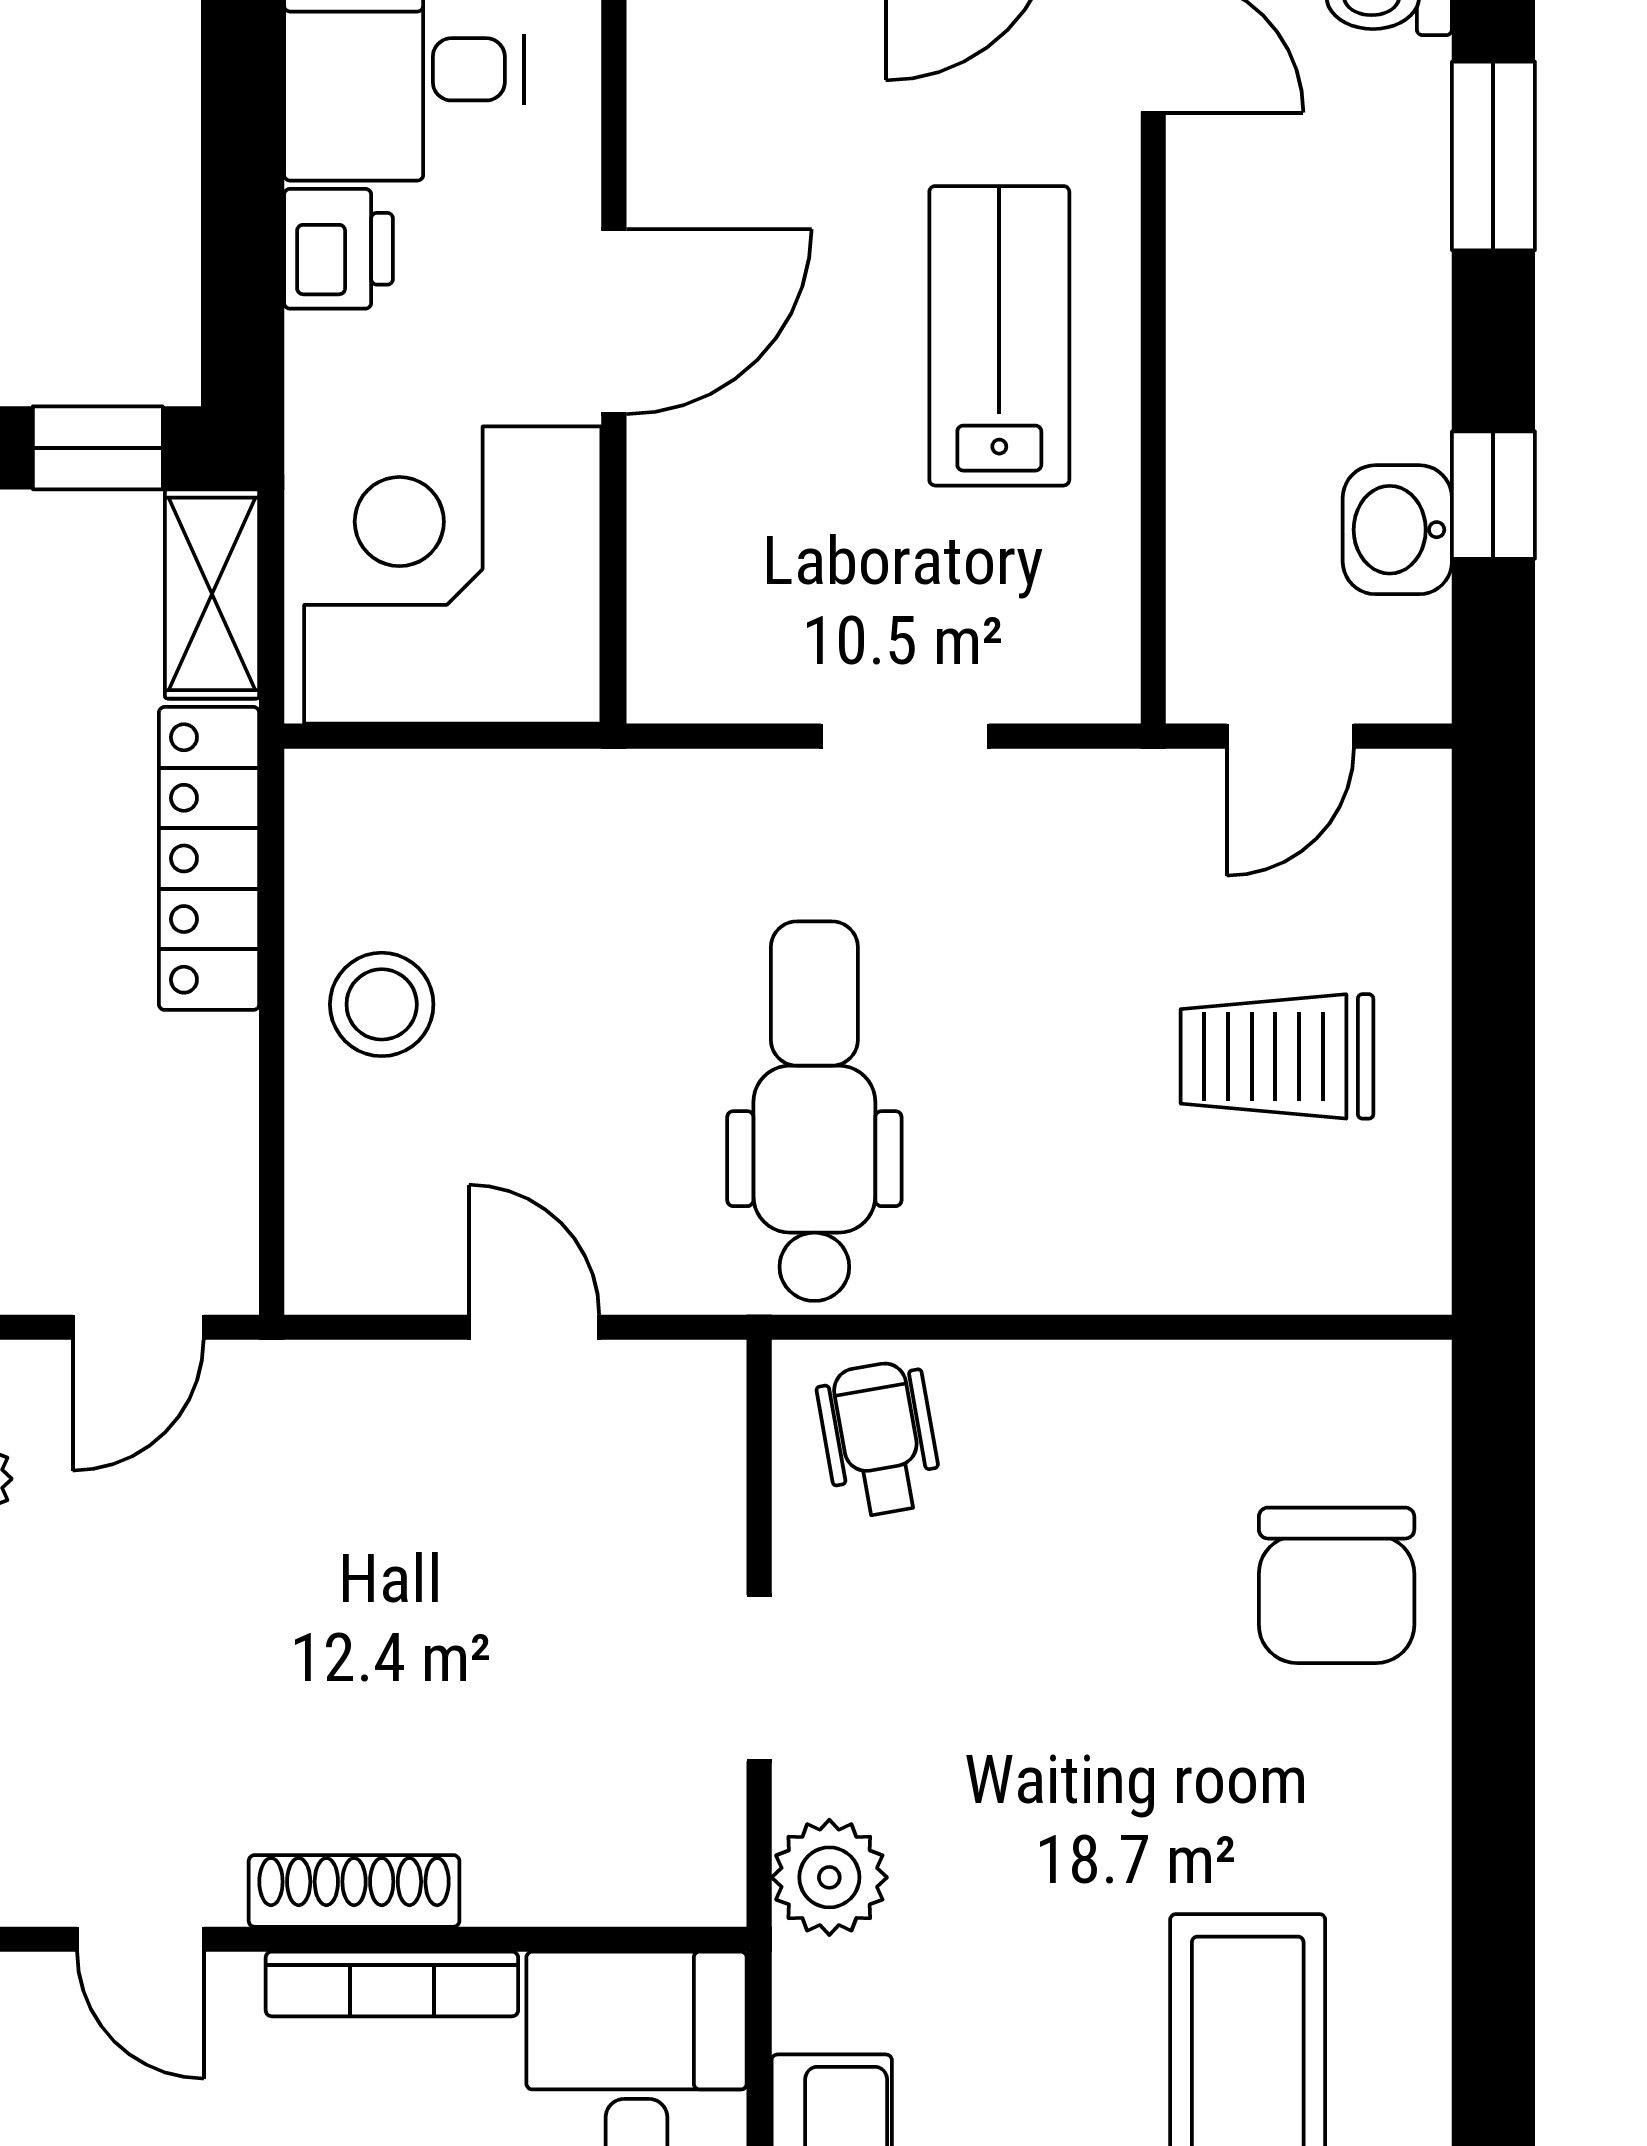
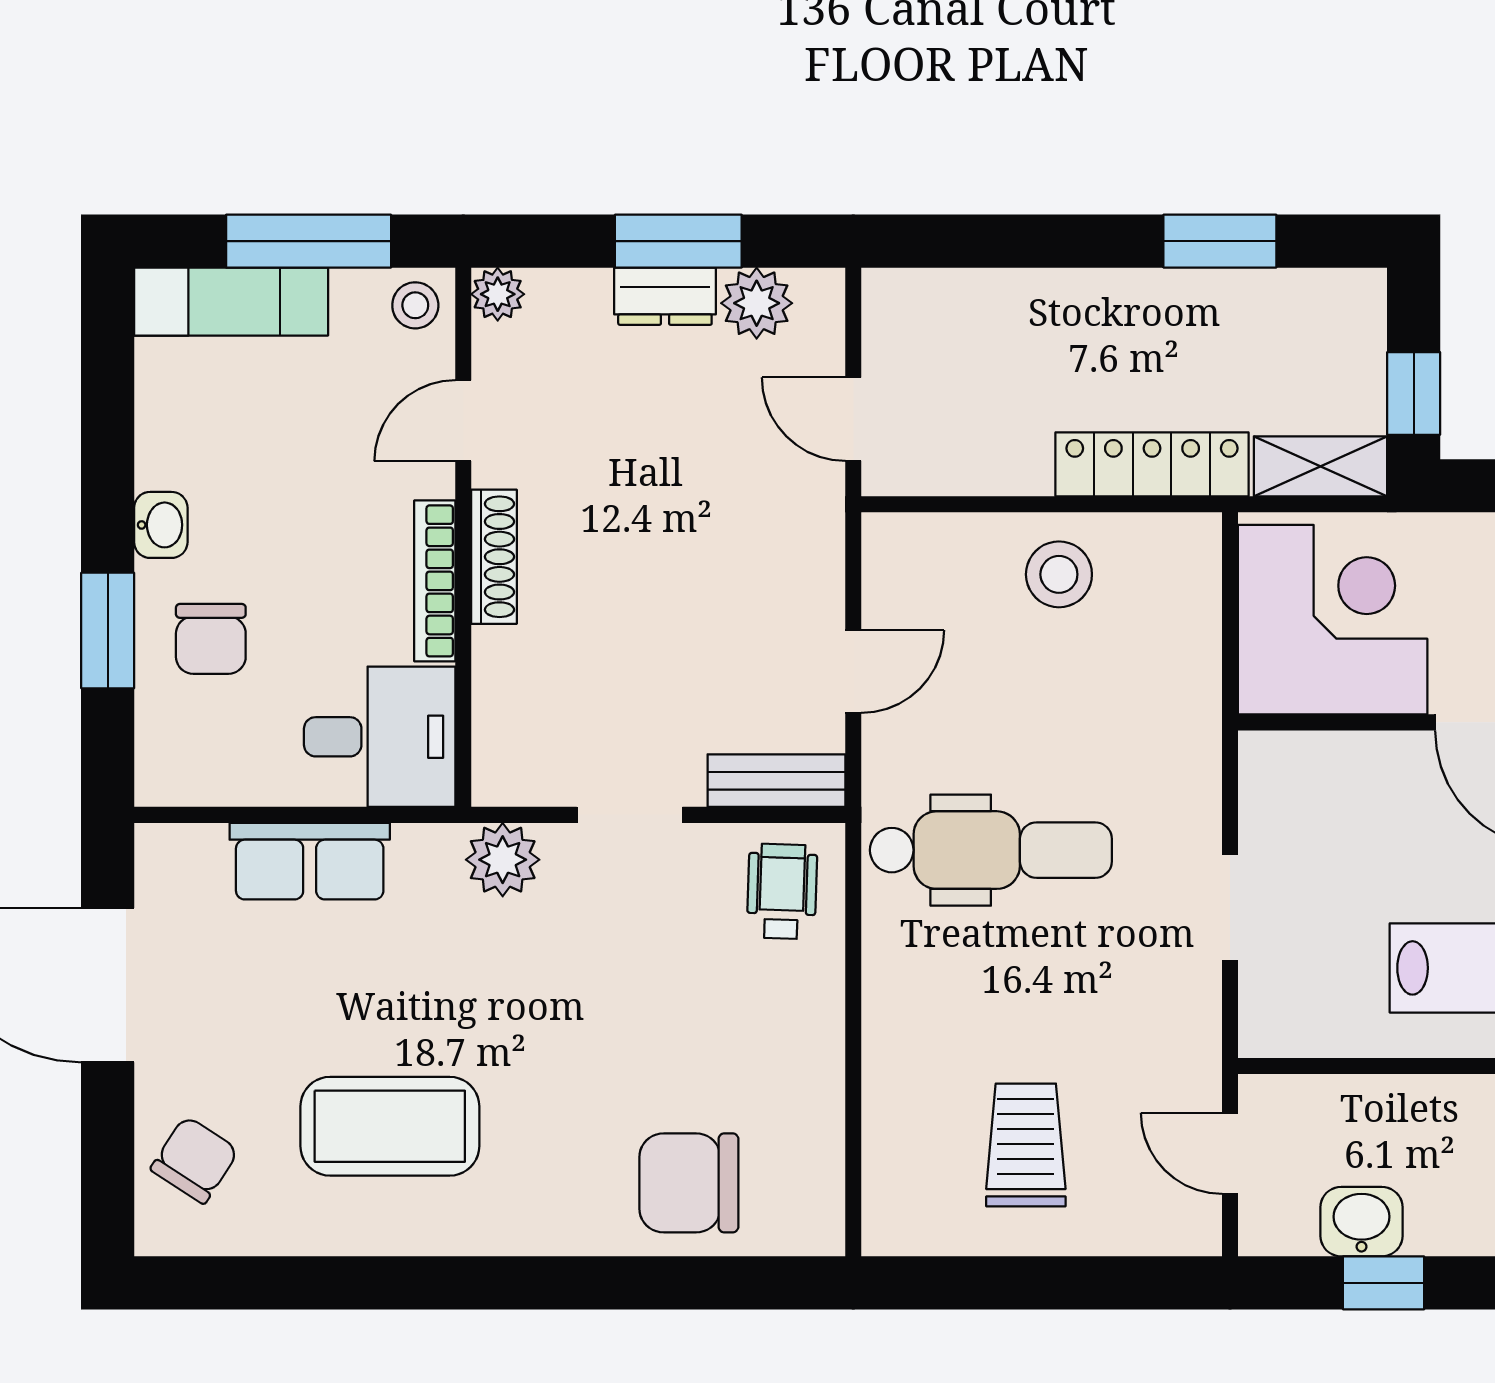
wheelchair: (879, 1439) -> (782, 891), turned -78
bench: (705, 1448) -> (776, 781), added

